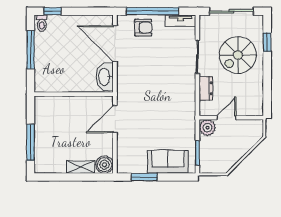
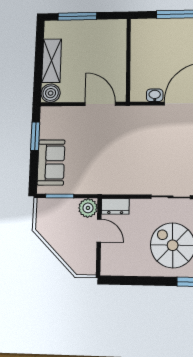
washbasin: (105, 77) -> (155, 95), width x0.52, depth x0.69
dresser: (206, 88) -> (115, 206), moved
shelving: (81, 167) -> (52, 61), width x1.50, depth x1.33

